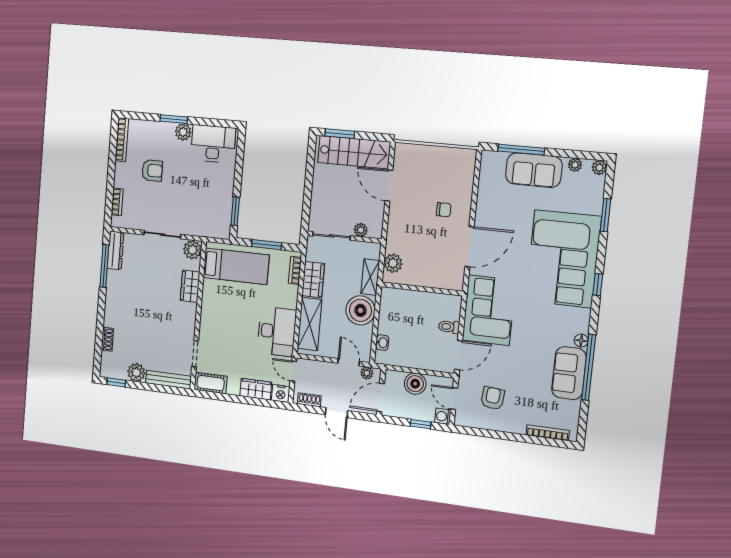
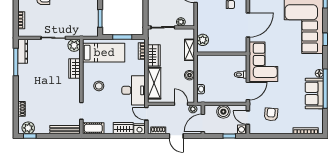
boiler: (360, 310) -> (190, 75), width x0.54, depth x0.54
stool: (224, 318) -> (99, 86), added
plant: (136, 372) -> (28, 128), moved

